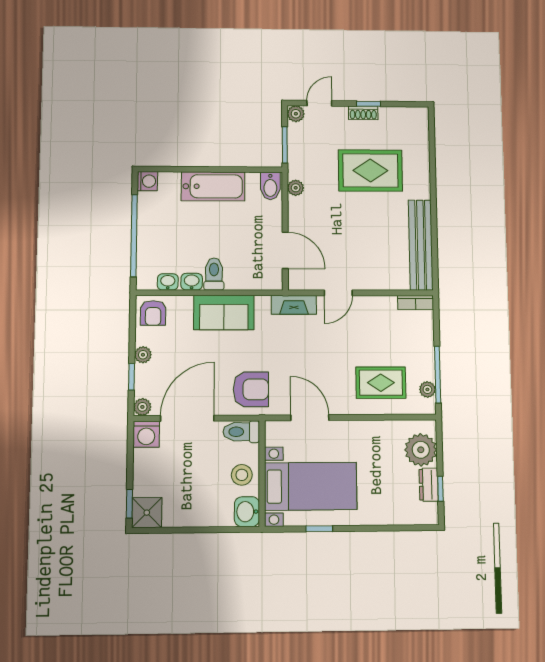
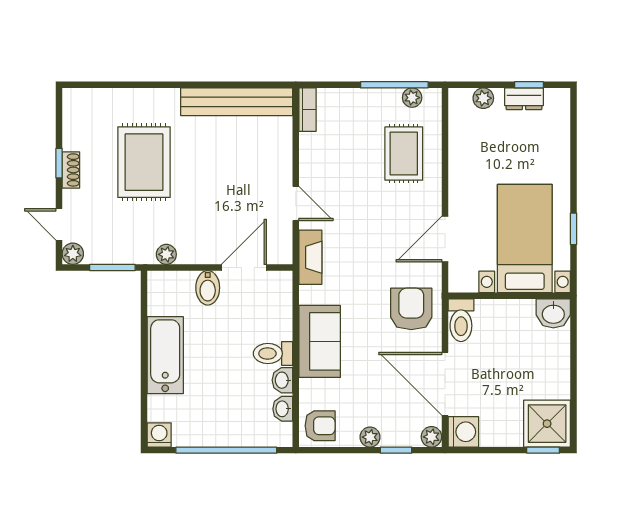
bidet: (270, 186) -> (208, 288), moved, turned 90
plant: (421, 450) -> (483, 98), width x0.53, depth x0.53
stool: (242, 475) -> (511, 320), removed
shower: (147, 513) -> (547, 424), width x1.36, depth x1.36

